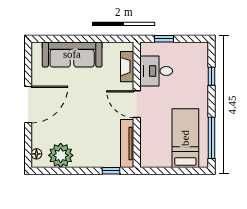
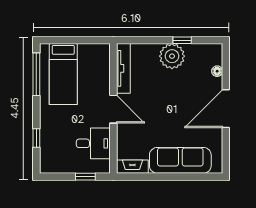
fireplace: (127, 67) -> (132, 167), moved, turned -90
floor lamp: (36, 154) -> (217, 71), moved
plant: (61, 155) -> (172, 56), moved
window: (111, 171) -> (182, 40), moved

